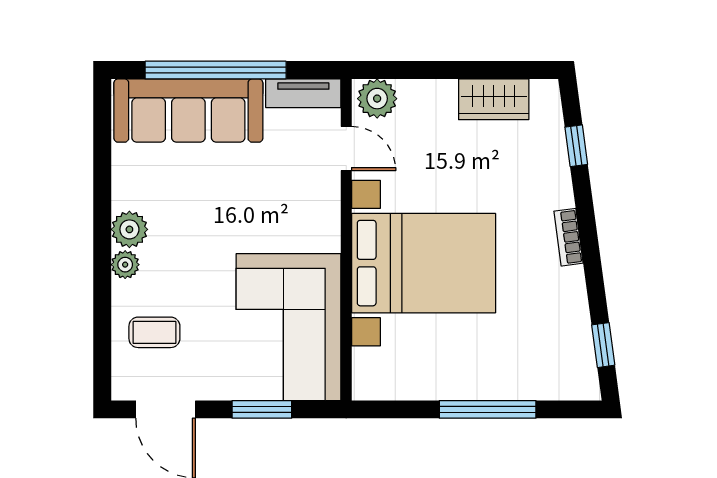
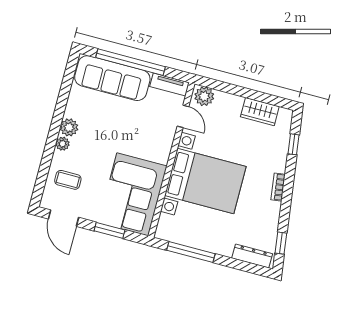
dresser: (554, 385) -> (252, 256), added
window: (488, 409) -> (191, 252), moved

